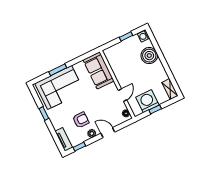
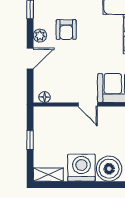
door: (123, 95) -> (88, 105), moved
washing machine: (147, 101) -> (81, 168), moved, turned -90

